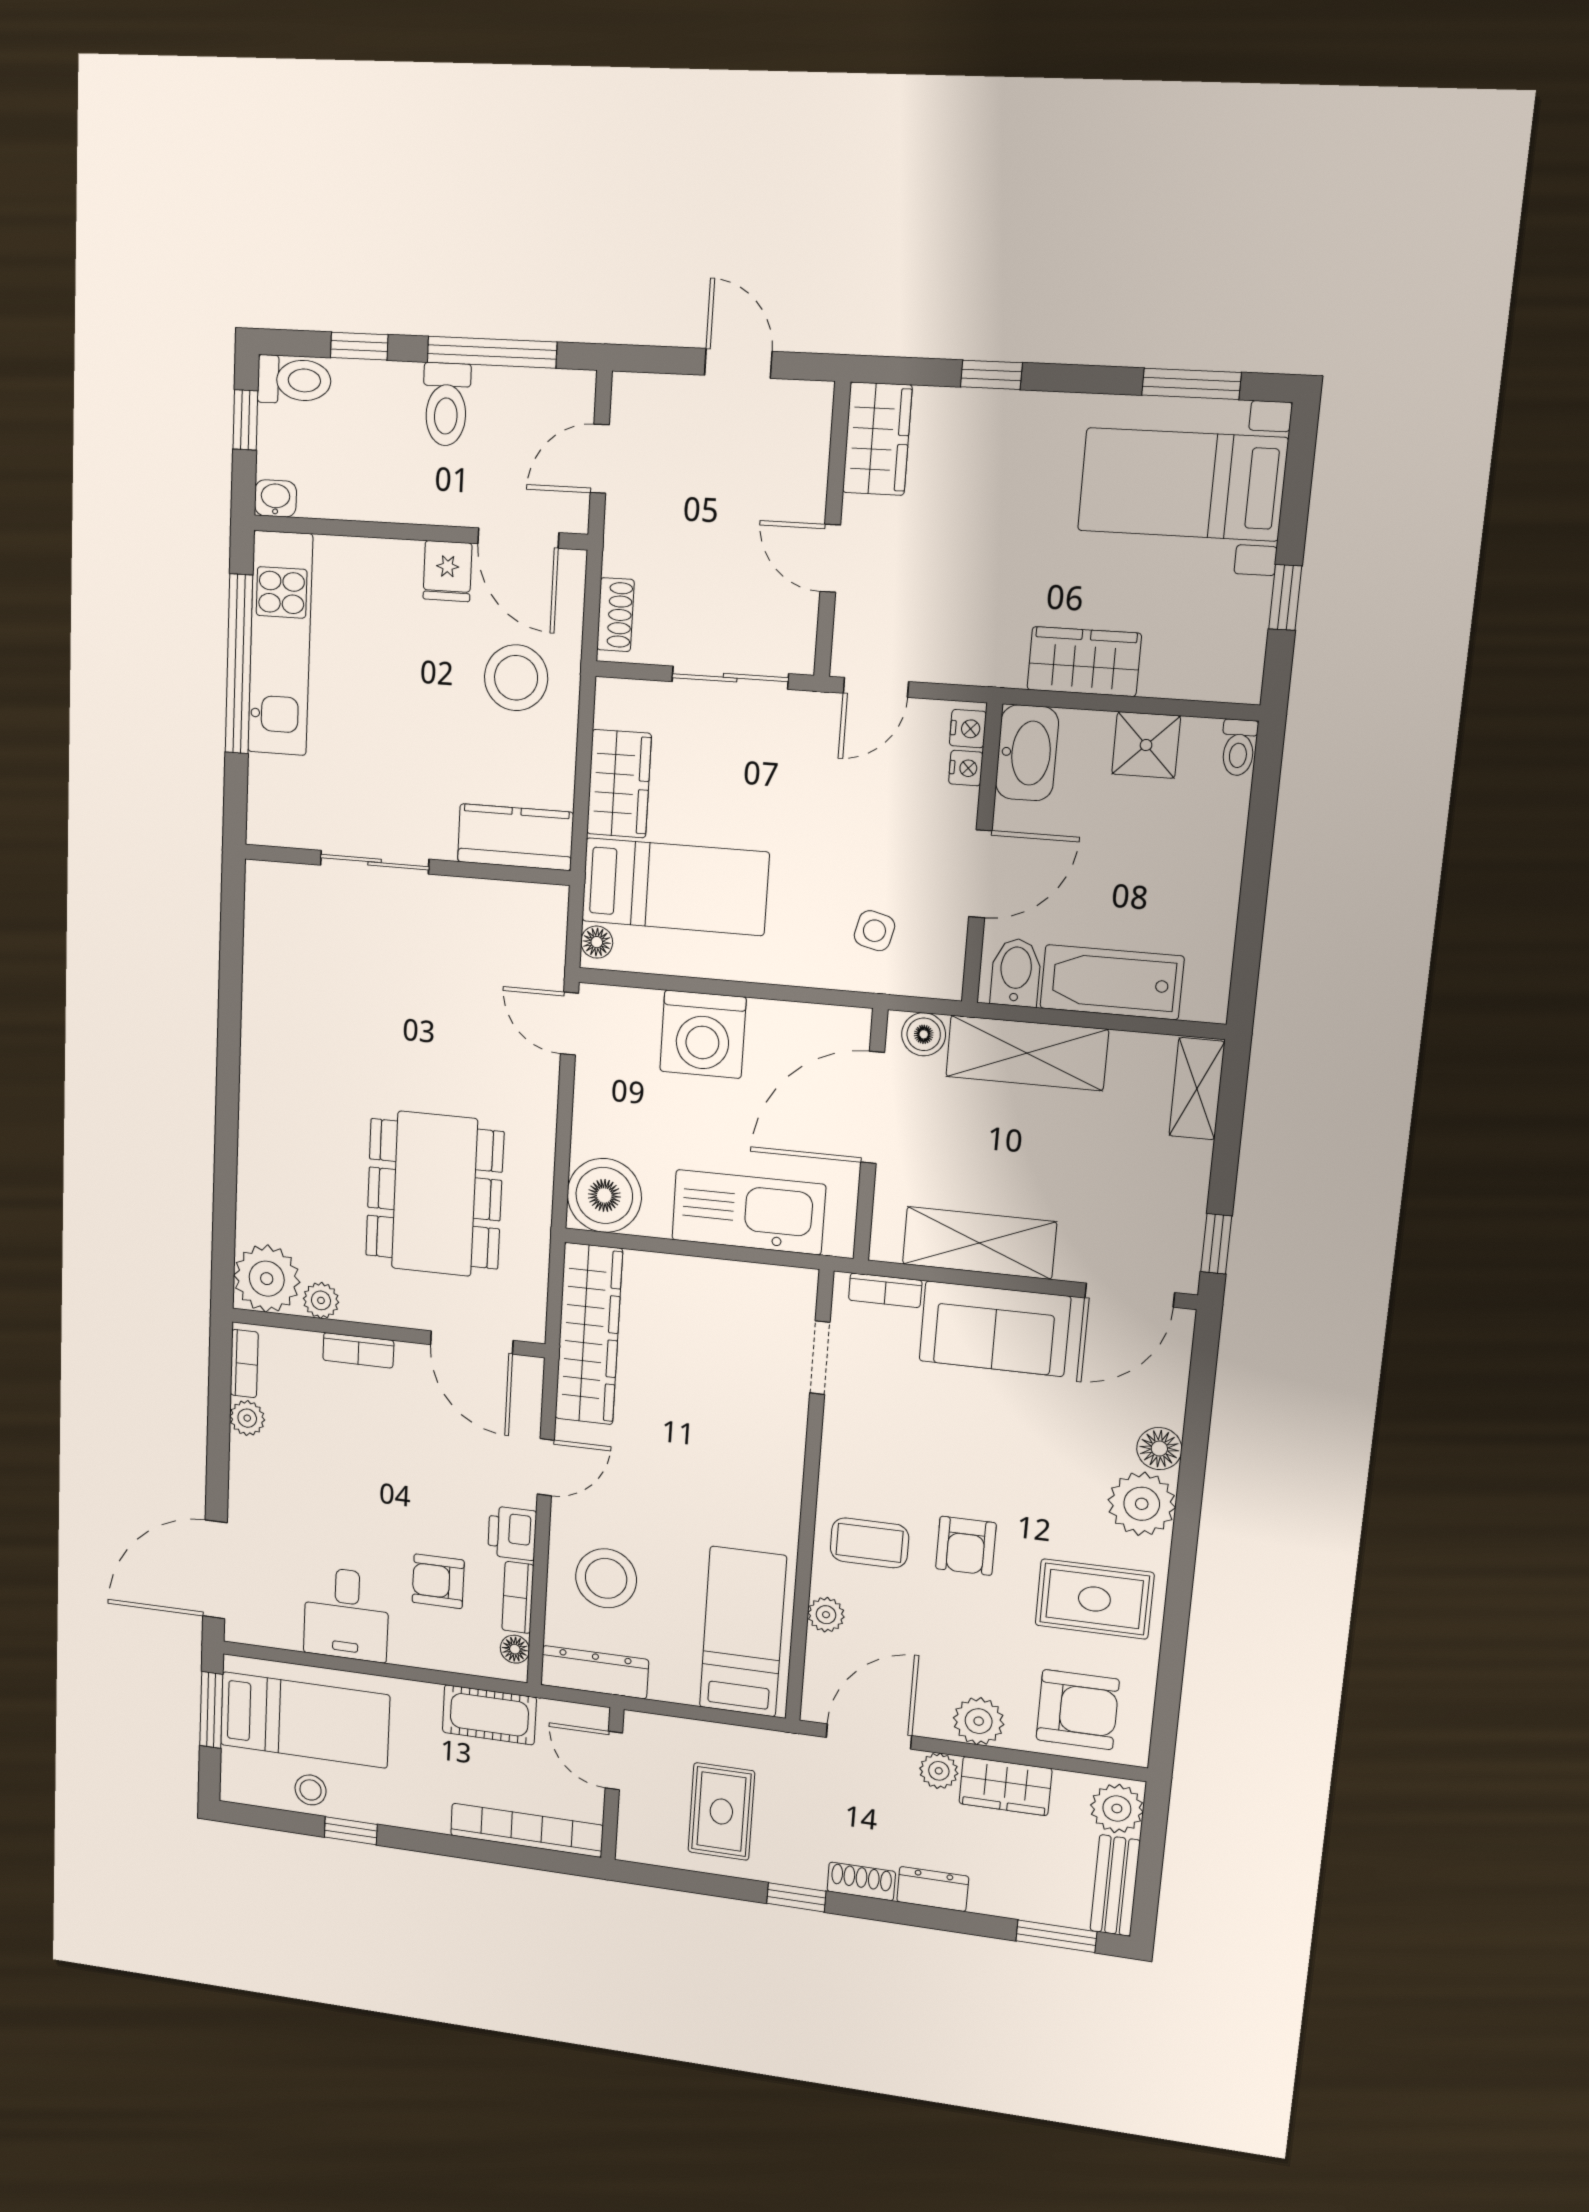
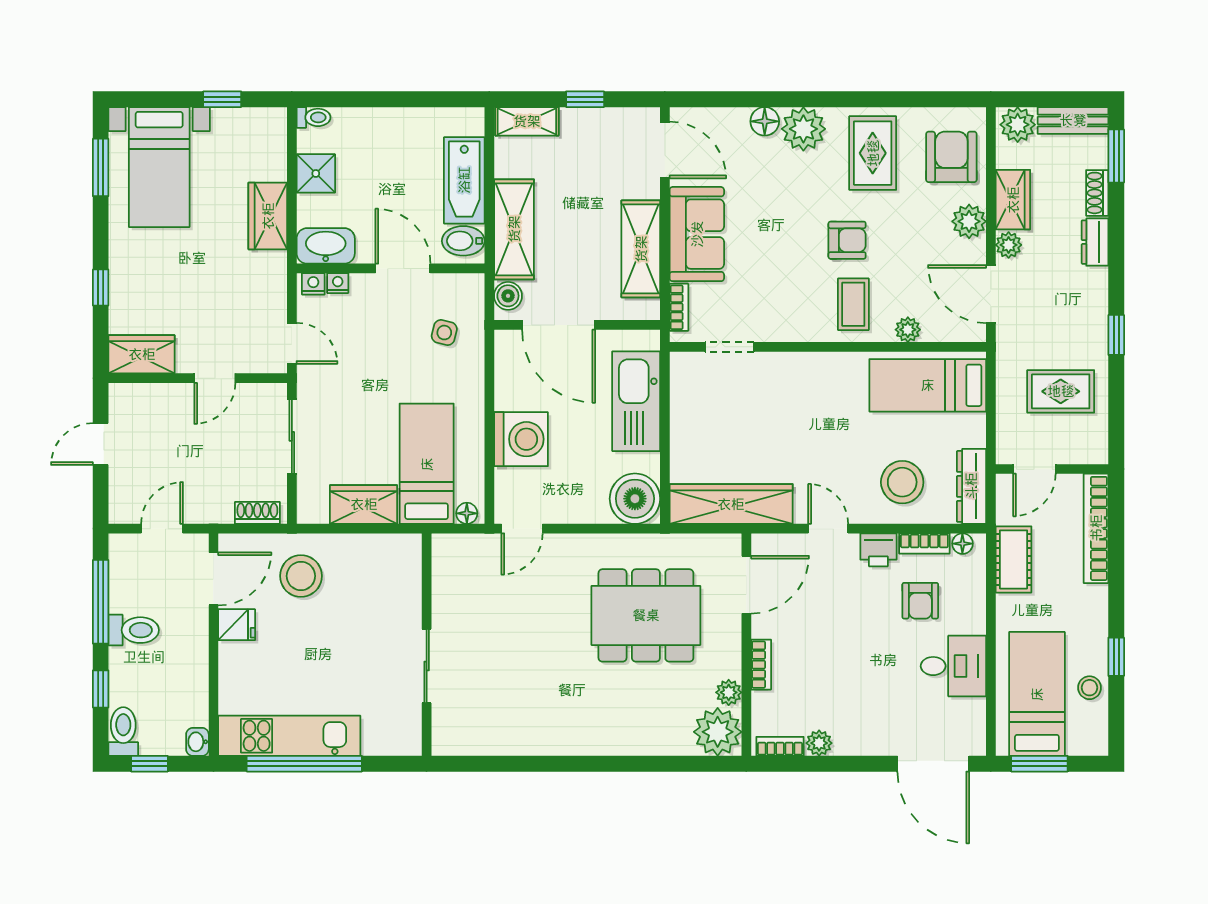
door: (600, 459) -> (162, 529), swing flipped
kitchen counter: (515, 837) -> (403, 571), removed
window: (1216, 1244) -> (585, 99), moved
shoe rack: (861, 1881) -> (1097, 193), moved

